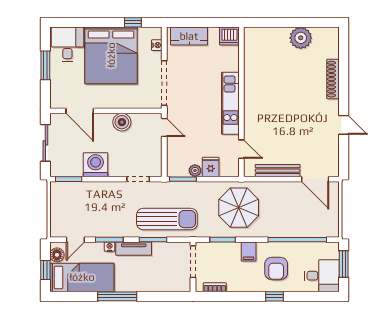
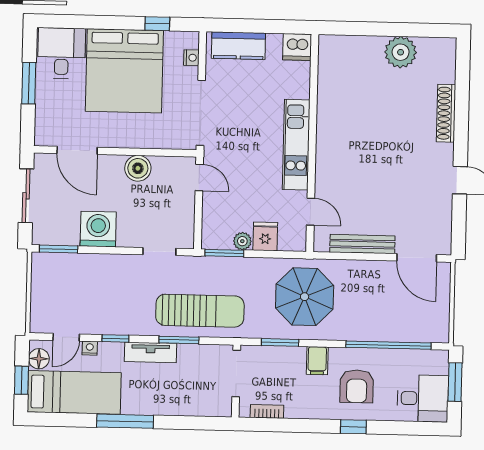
window: (109, 240) -> (115, 338), width x0.67
nightstand: (110, 247) -> (90, 348), moved

